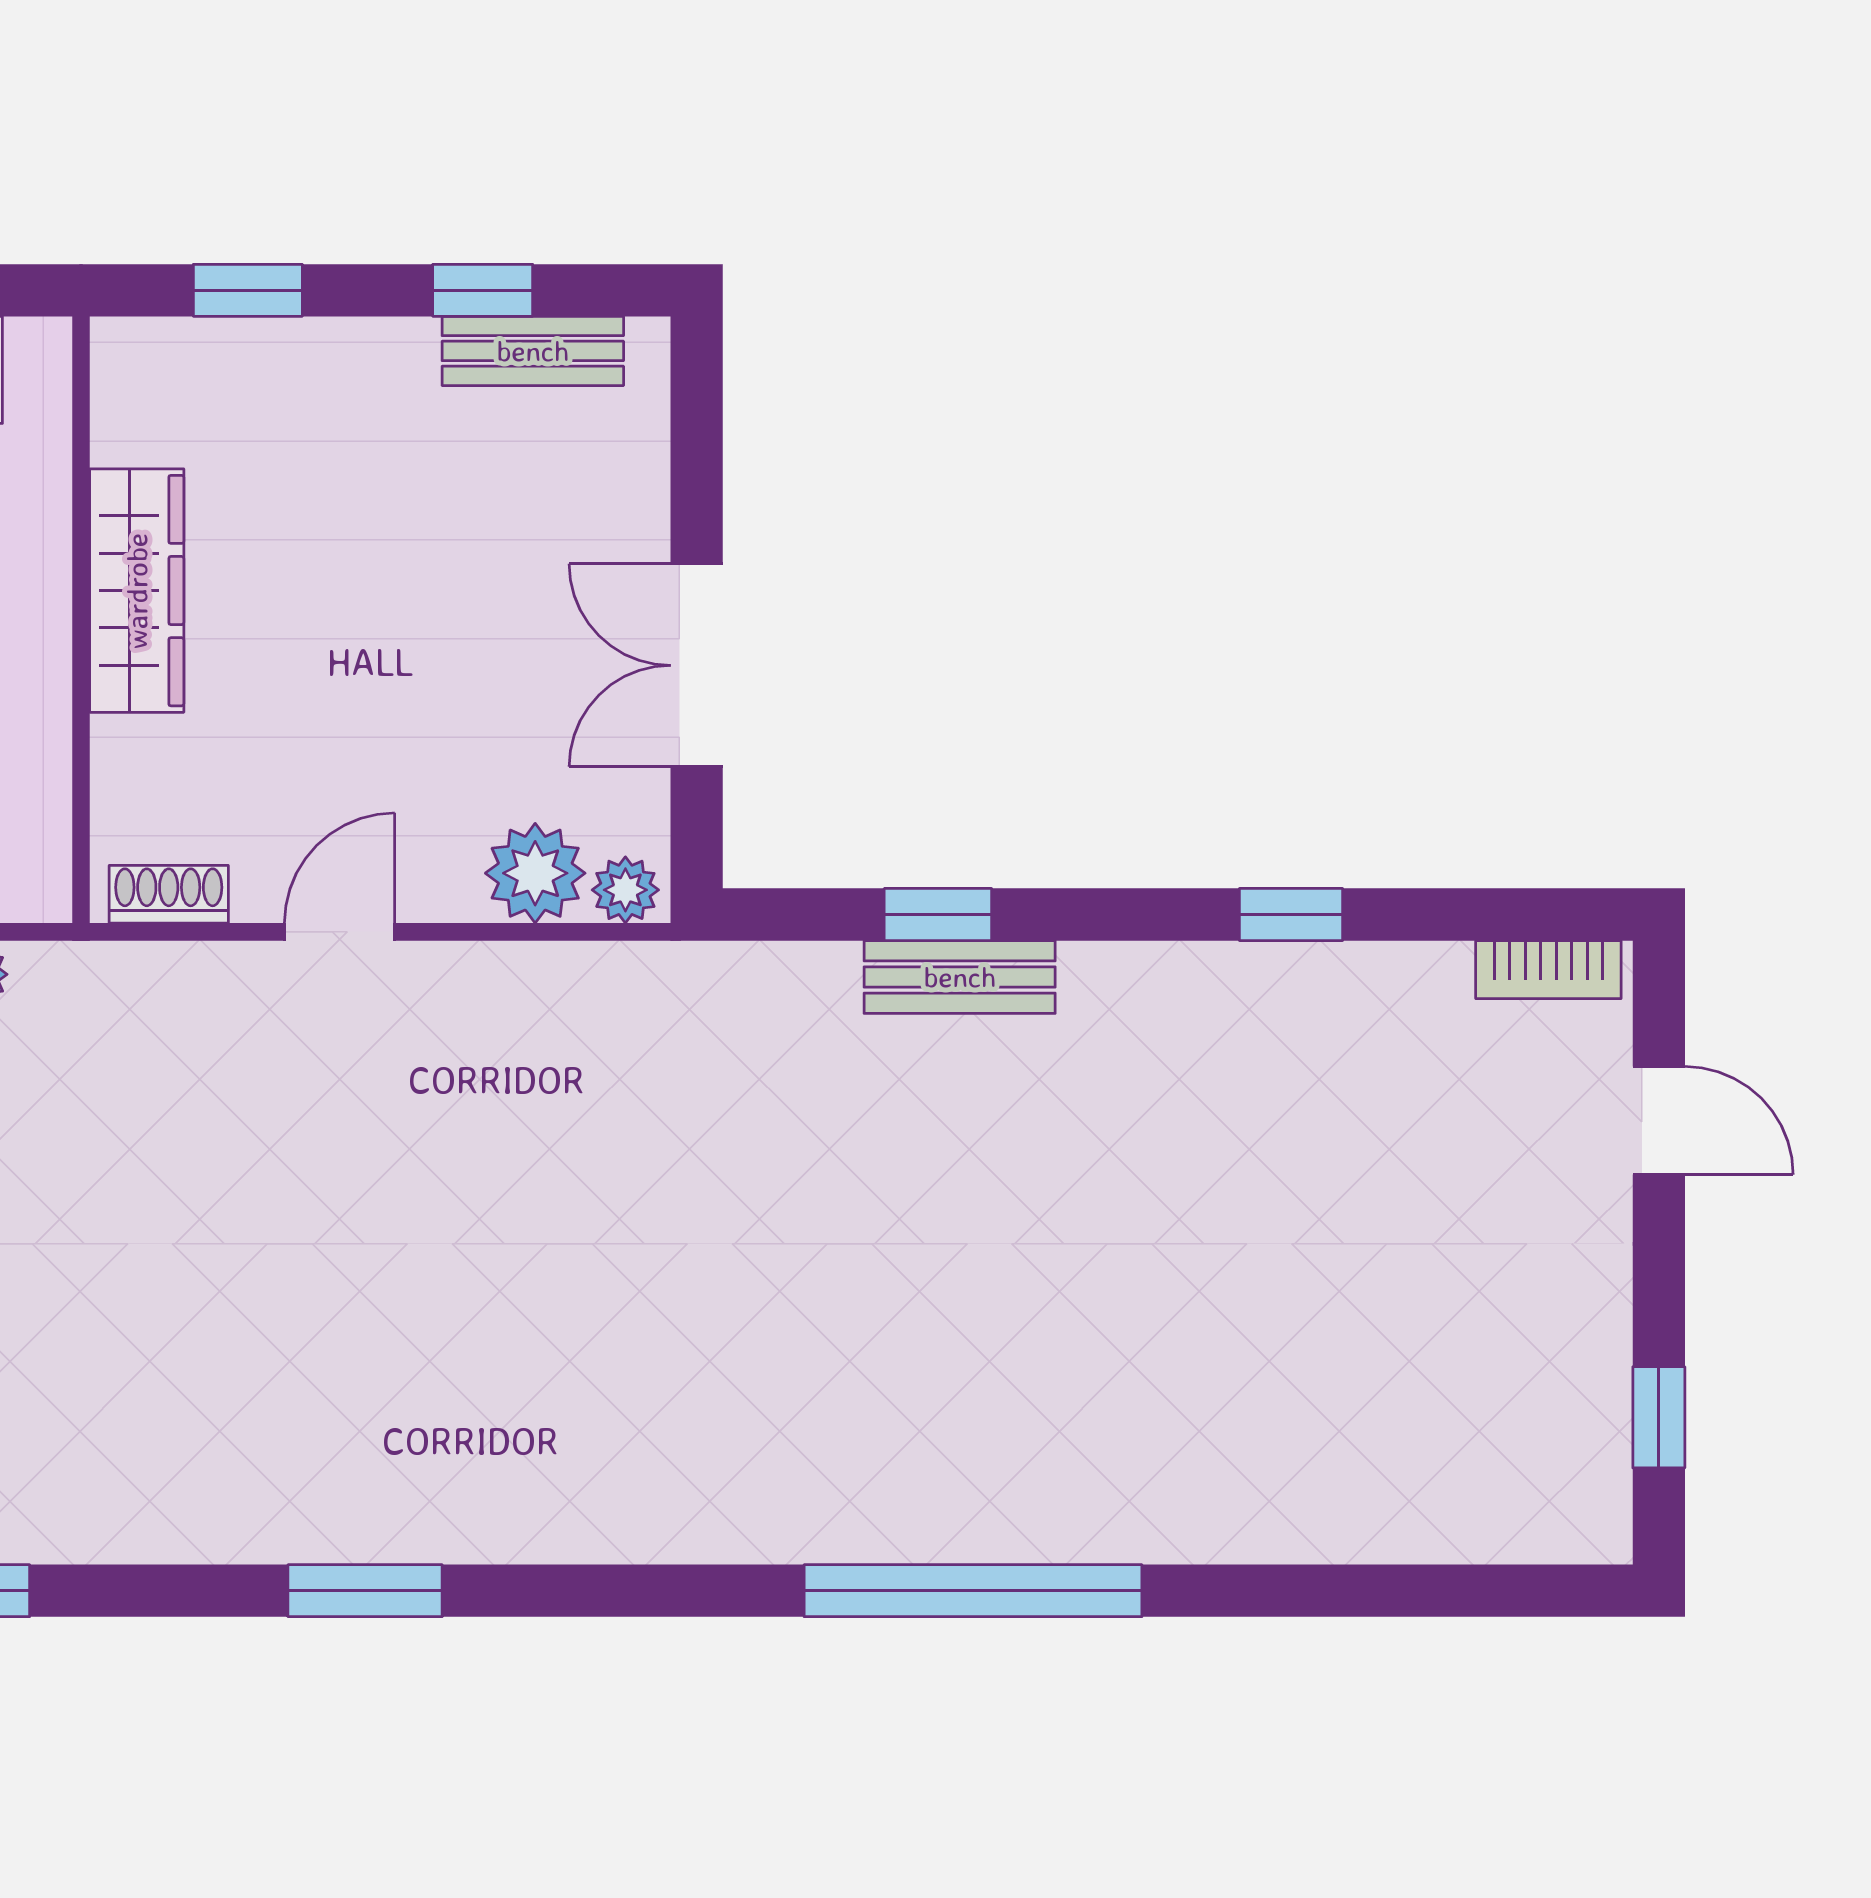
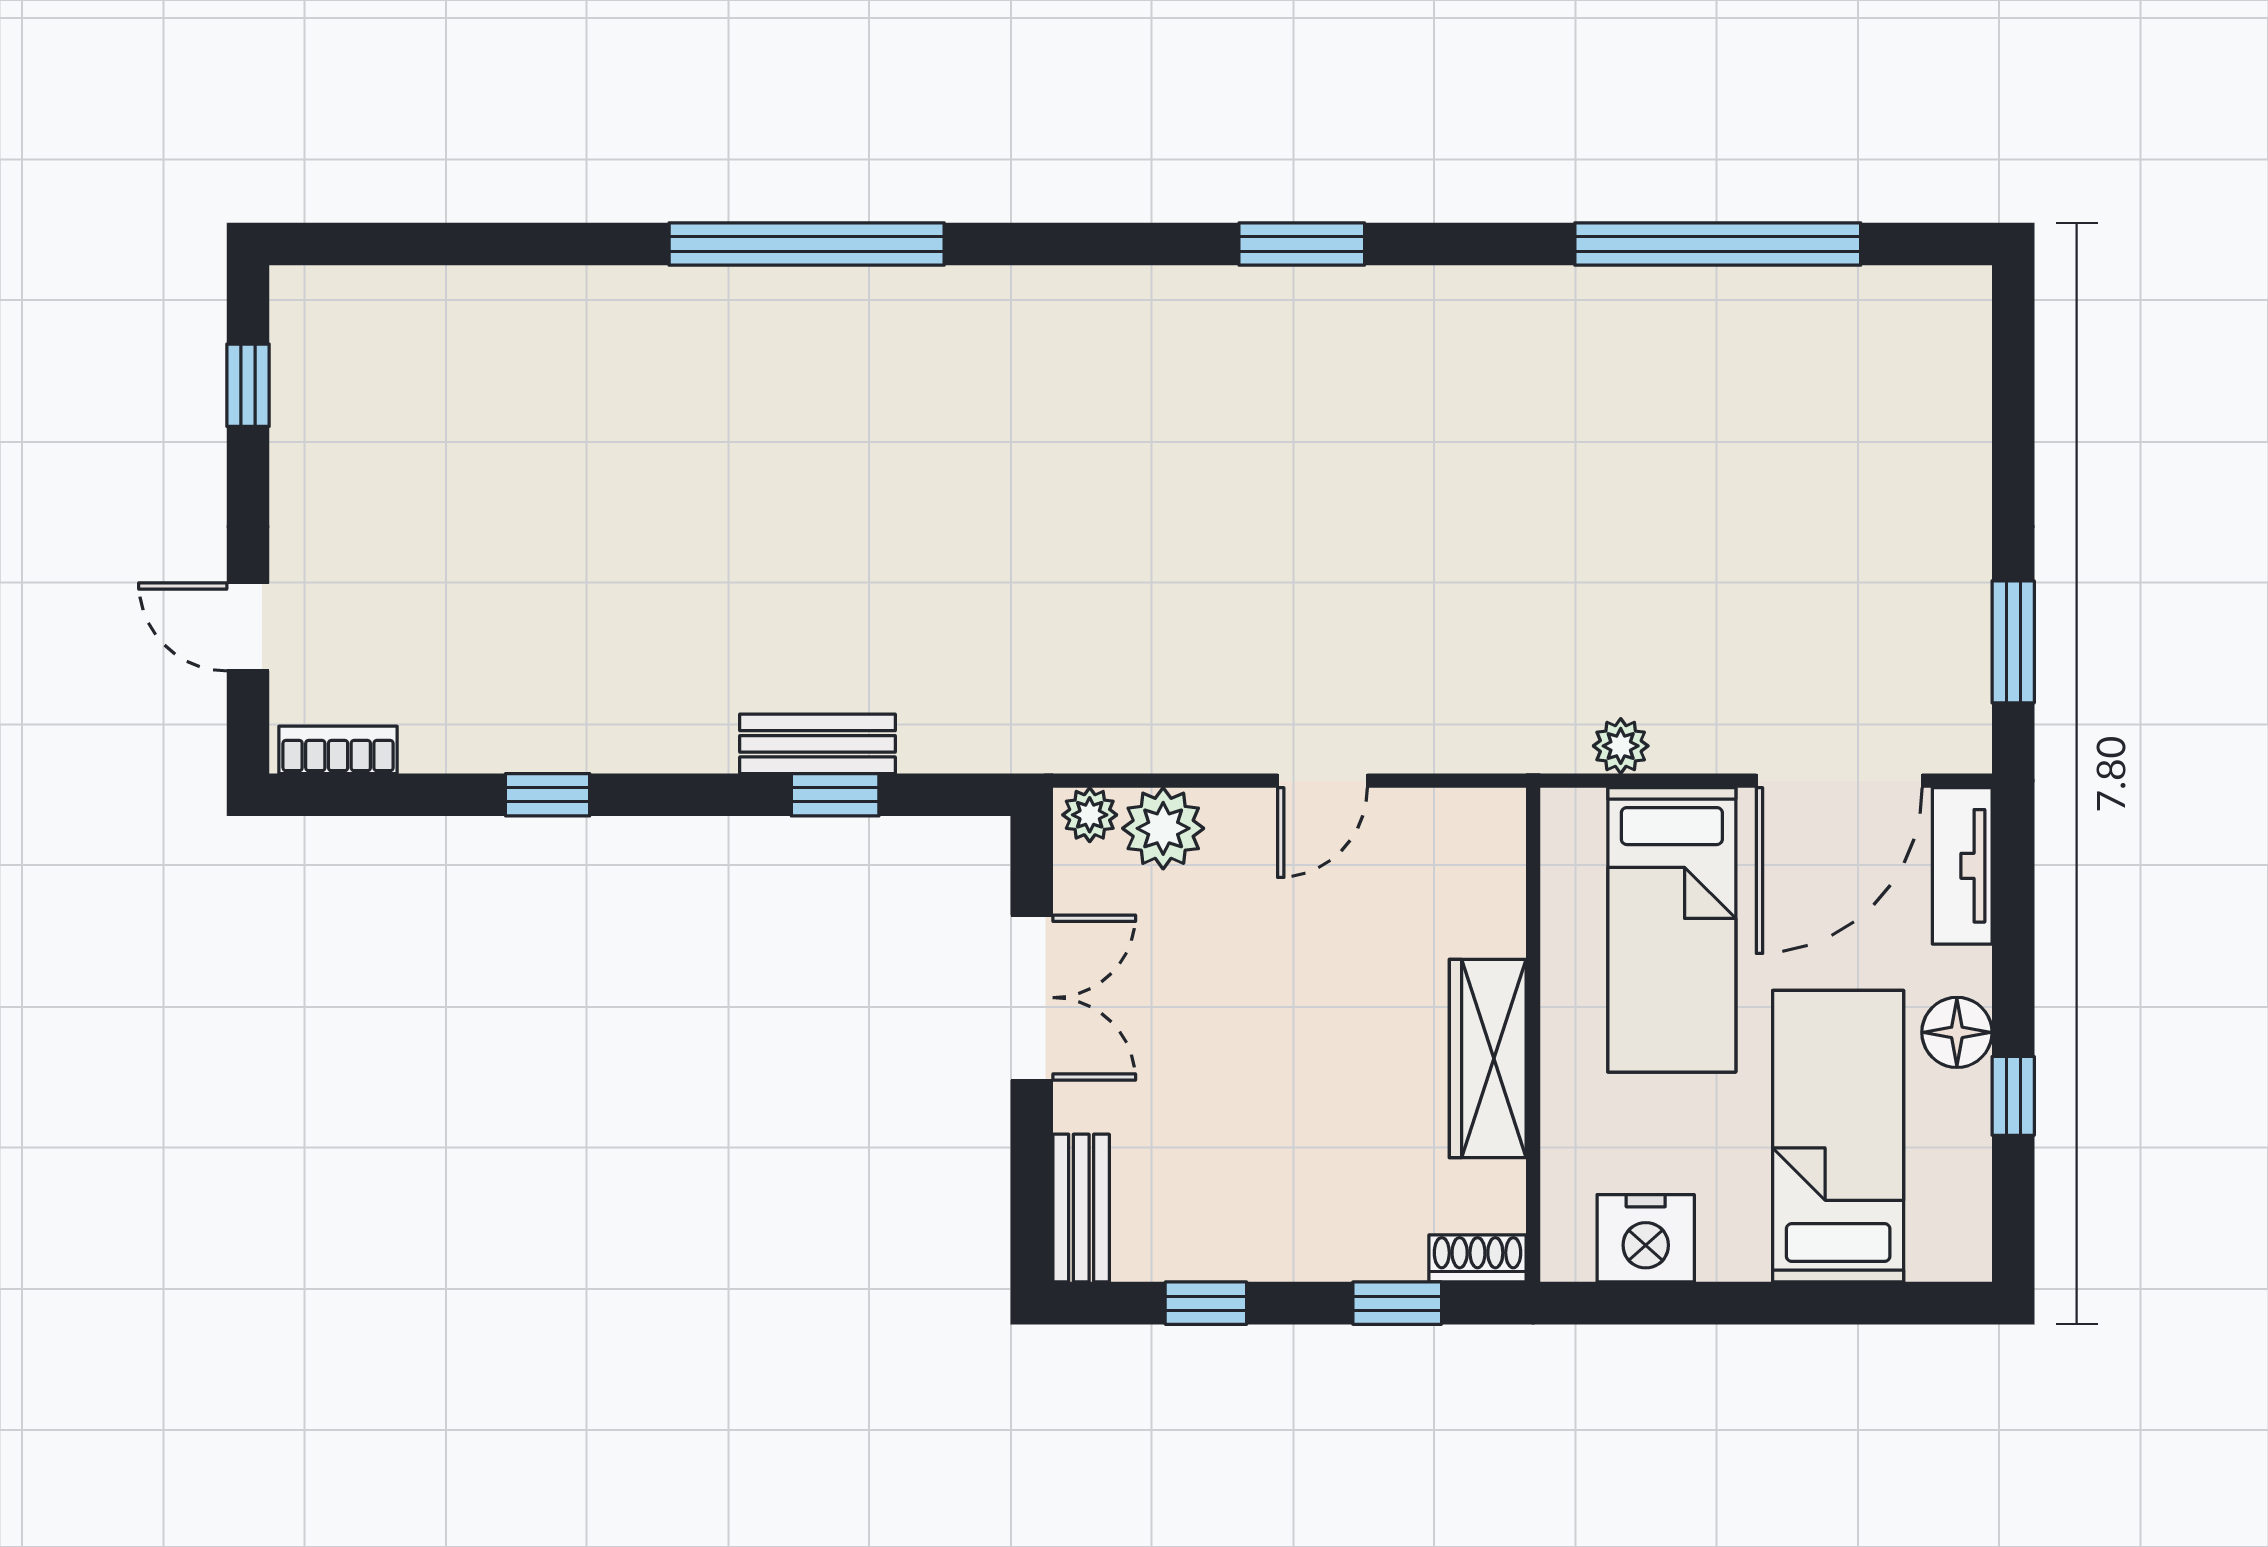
bench: (533, 351) -> (1081, 1208), moved, turned 90
shoe rack: (169, 894) -> (1477, 1258), moved, turned 180

